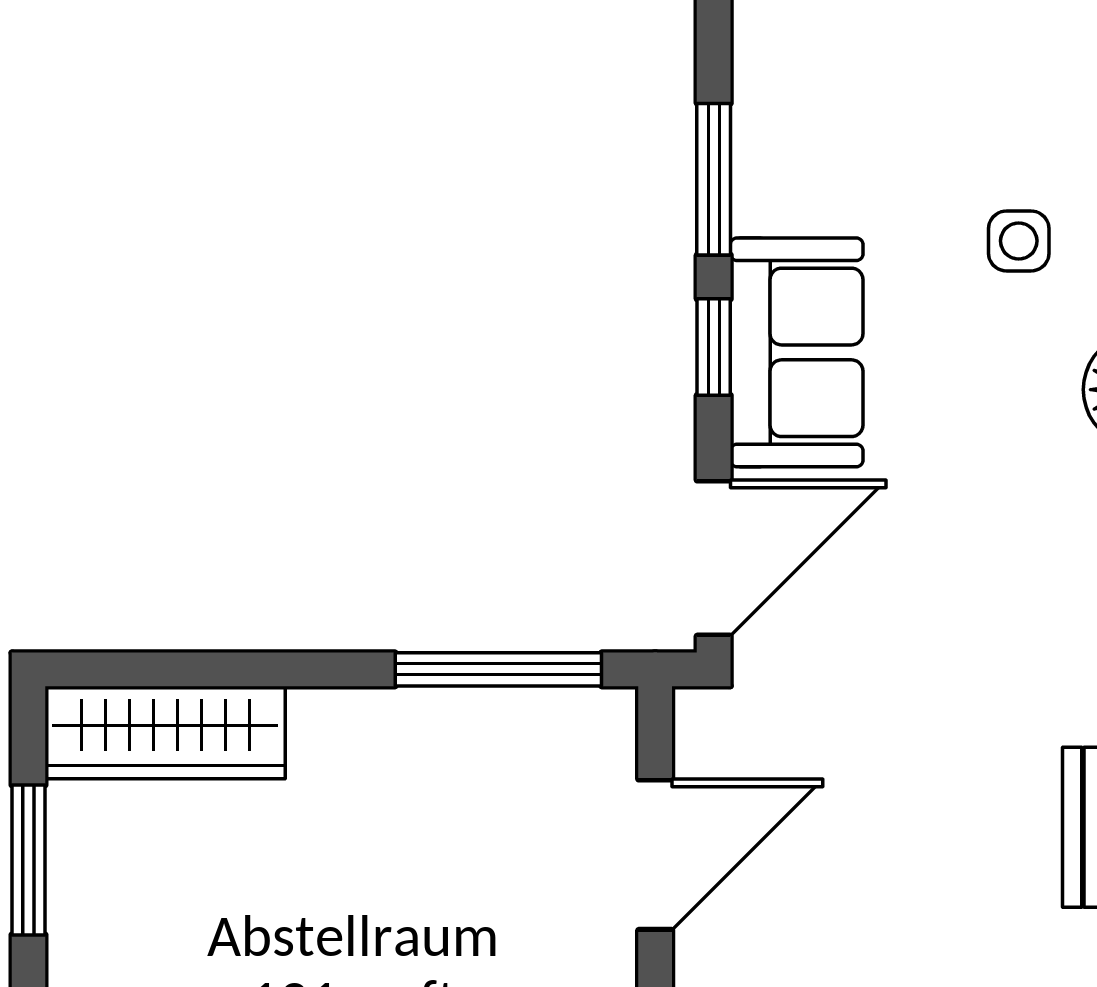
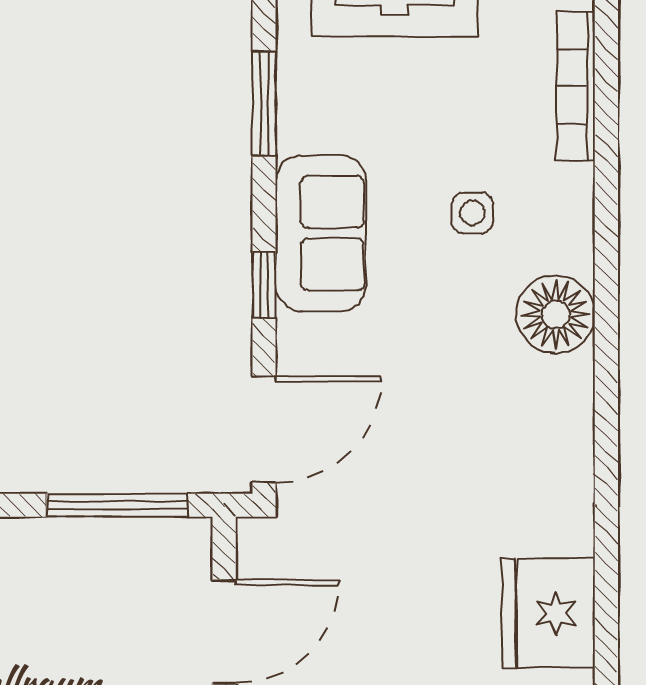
window: (714, 179) -> (264, 103), moved
sofa: (797, 352) -> (321, 233), moved

